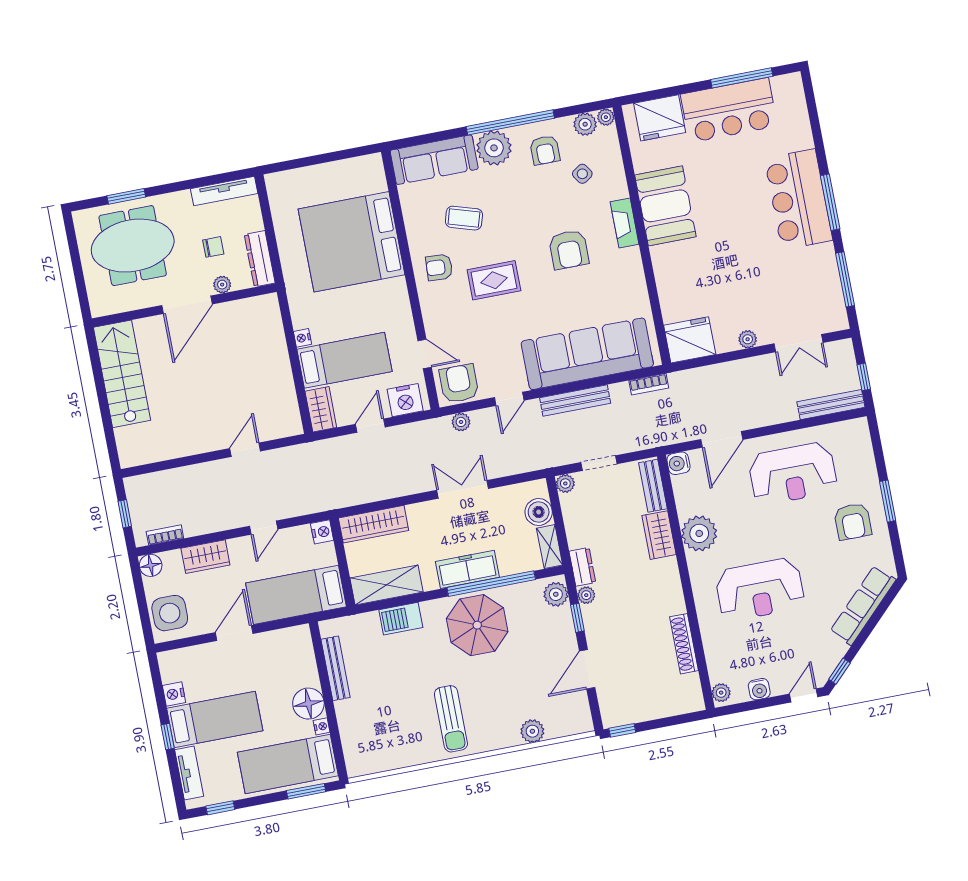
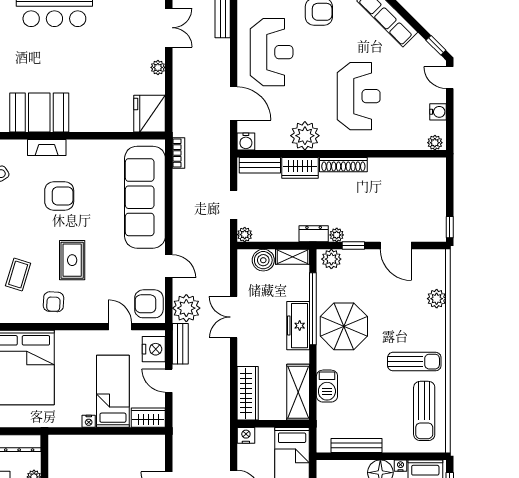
door: (425, 354) -> (120, 327), hinge flipped
bench: (575, 401) -> (180, 344), moved, width x0.73
plant: (461, 422) -> (186, 308), width x1.88, depth x1.88
shoe rack: (684, 644) -> (343, 165), moved
sun lounger: (393, 742) -> (424, 411), added

